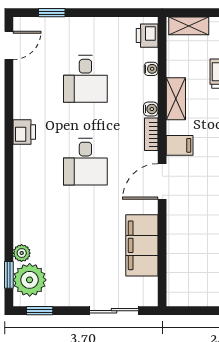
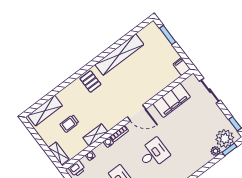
filing cabinet: (180, 145) -> (182, 67), moved

